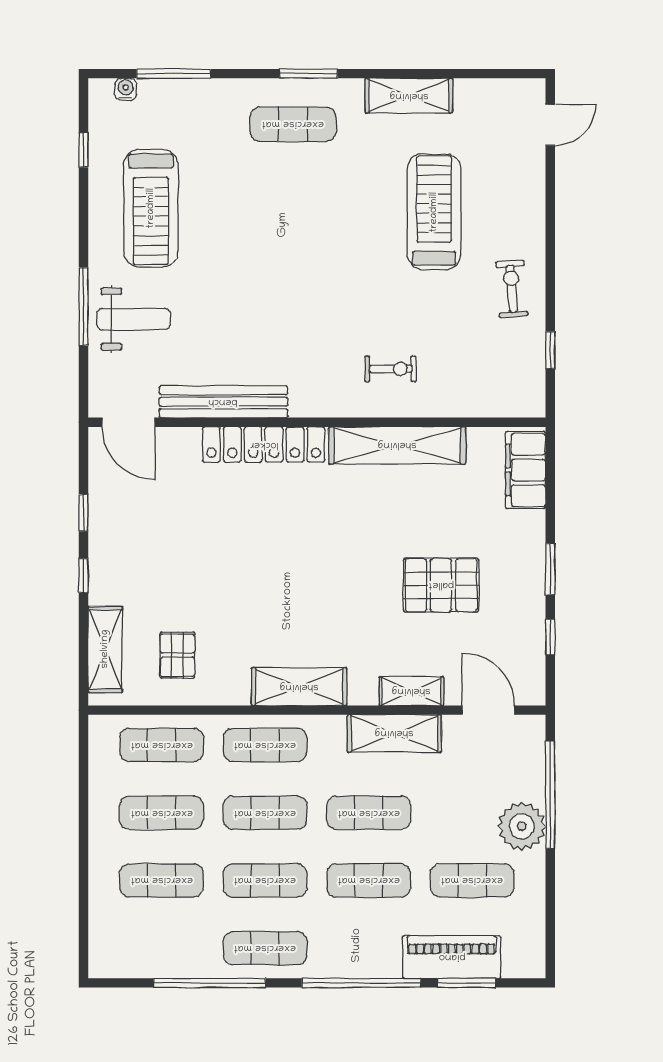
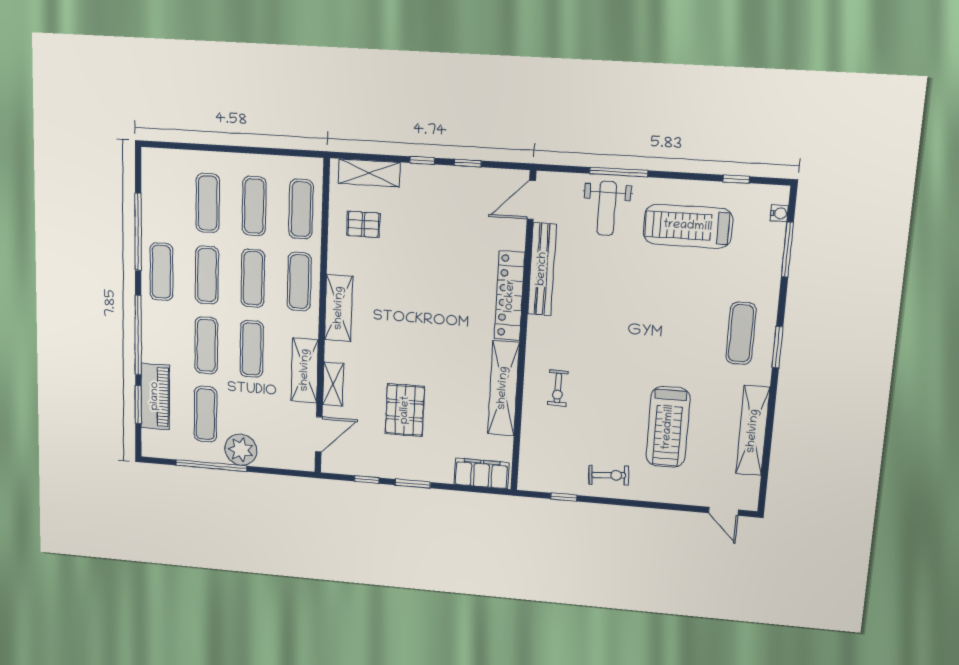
shelving: (409, 96) -> (753, 431), width x1.47
treadmill: (434, 212) -> (668, 427), turned 90
window: (550, 795) -> (211, 466), moved

